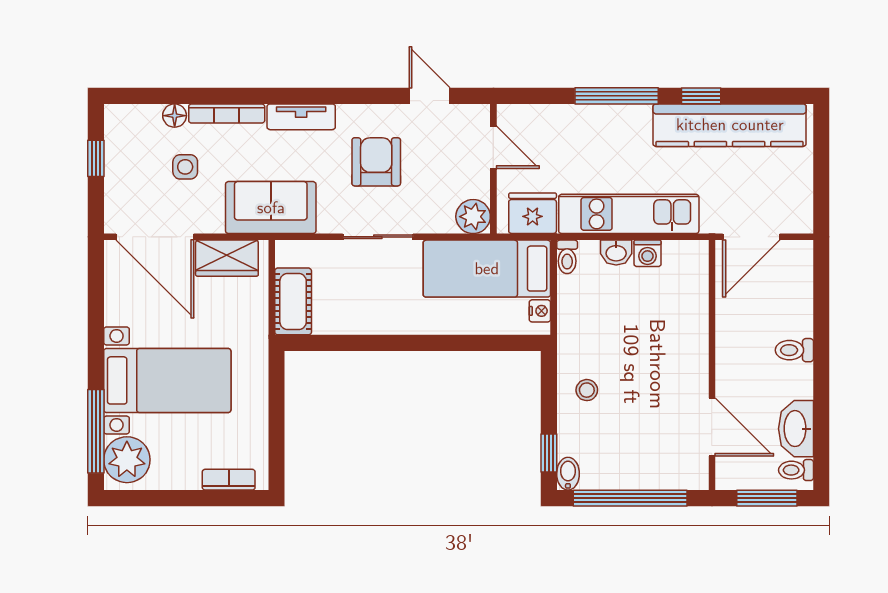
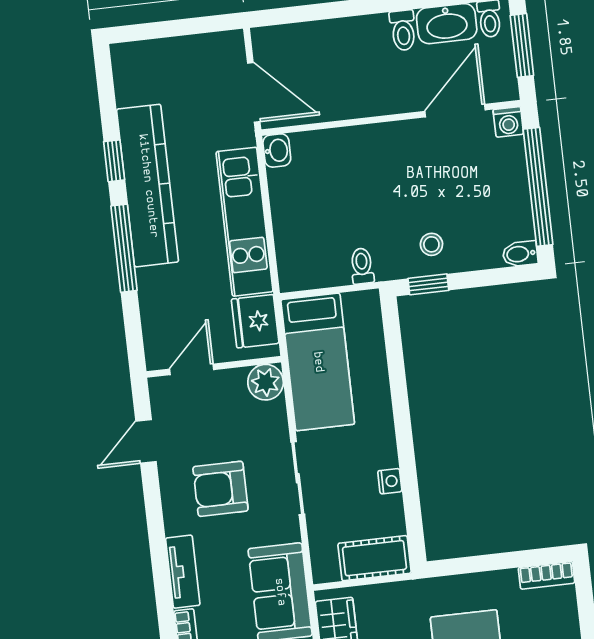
kitchen counter: (730, 125) -> (148, 186), moved
washbasin: (616, 253) -> (277, 150), moved
washing machine: (648, 253) -> (508, 122), moved, turned 90
toilet: (567, 257) -> (362, 266), moved, turned -90
nightstand: (540, 311) -> (390, 481), moved, turned 90
toilet: (794, 350) -> (403, 30), moved
window: (549, 453) -> (428, 284), moved
bookcase: (229, 480) -> (546, 575), moved, turned -90

